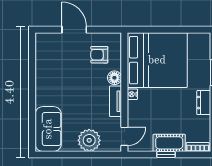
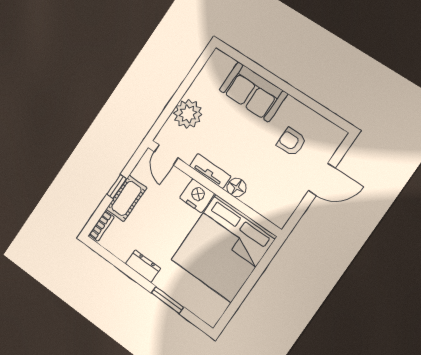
armchair: (99, 55) -> (291, 142), moved, turned -90
nightstand: (132, 94) -> (197, 196), width x1.89, depth x1.79
sofa: (48, 129) -> (253, 92), moved

